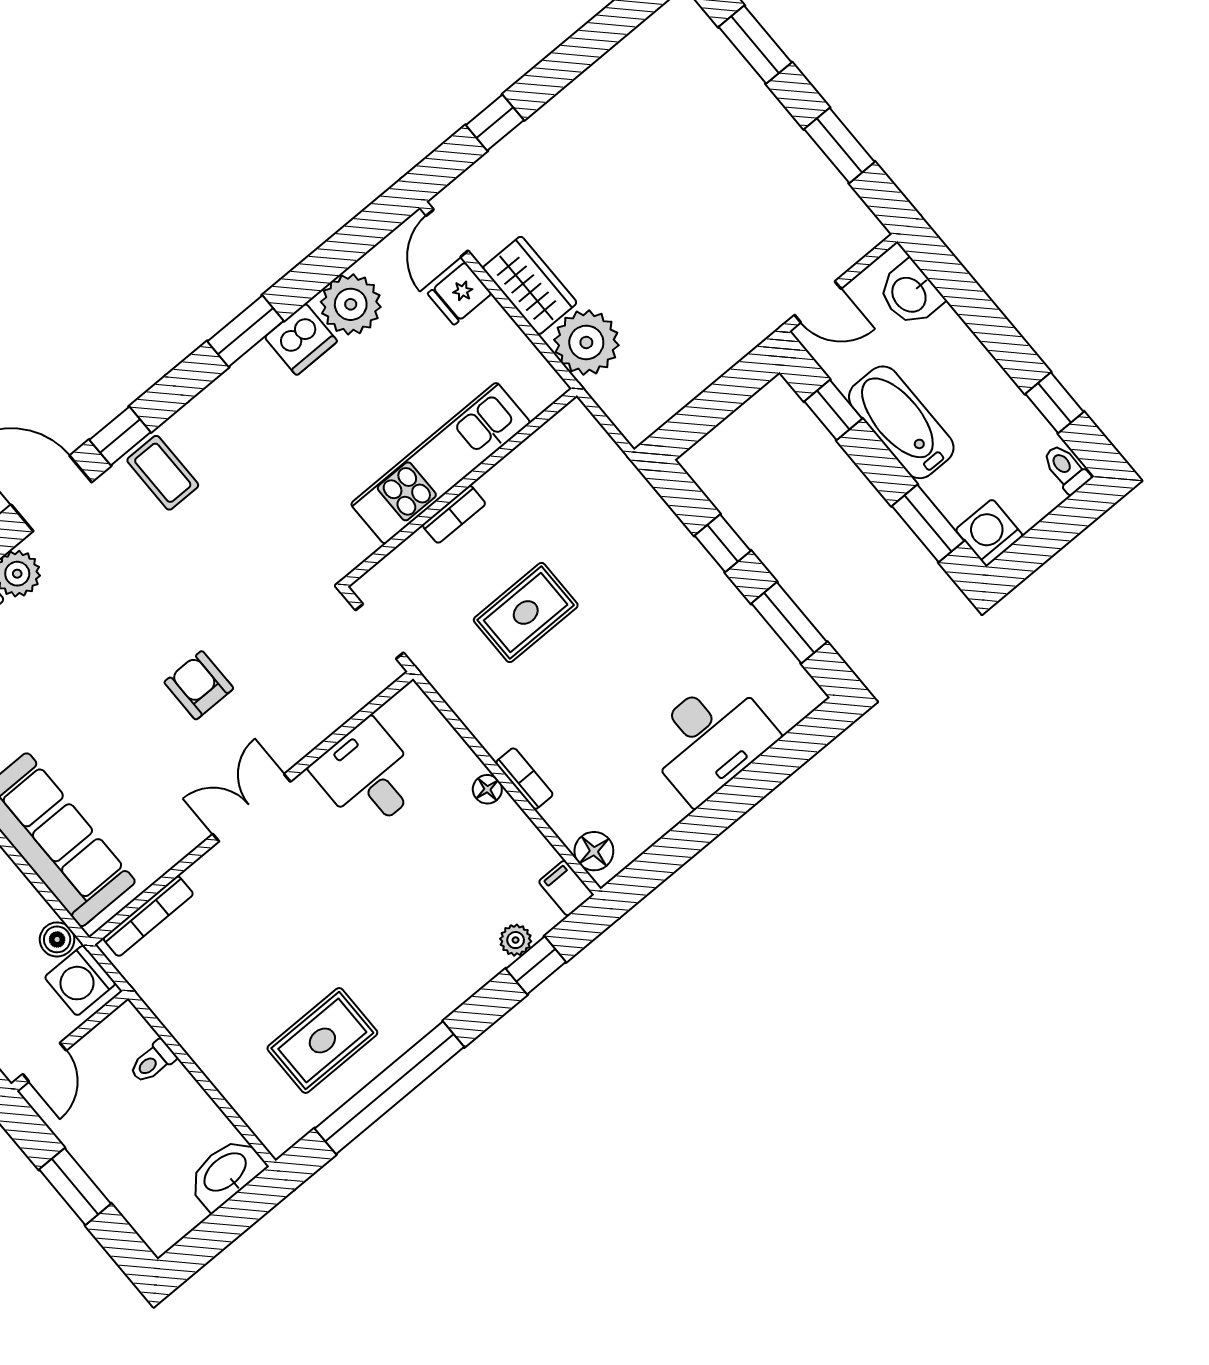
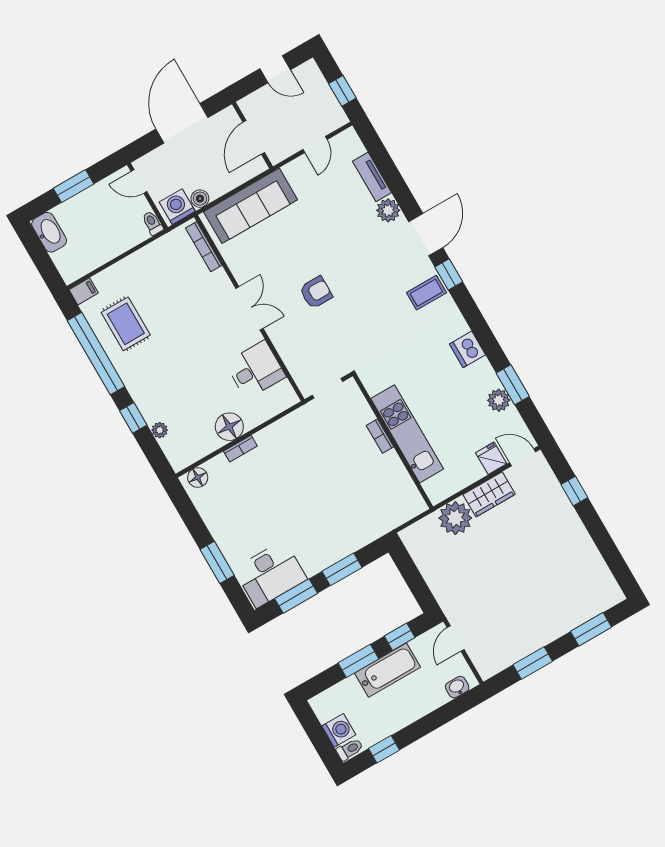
washbasin: (910, 294) -> (457, 687), width x0.72, depth x0.69
plant: (351, 304) -> (499, 400), width x0.73, depth x0.73
window: (246, 331) -> (513, 385), moved
dishwasher: (301, 339) -> (467, 349), moved
window: (928, 523) -> (358, 661), moved
washing machine: (989, 533) -> (339, 730), moved
window: (723, 543) -> (342, 569), width x1.50
rug: (526, 613) -> (324, 464), removed
desk: (710, 739) -> (270, 574), moved, turned -90
window: (751, 786) -> (217, 562), added
floor lamp: (487, 789) -> (229, 427), width x1.89, depth x1.89
filing cabinet: (566, 888) -> (84, 291), moved
window: (536, 965) -> (133, 418), moved
toilet: (153, 1062) -> (152, 223), moved
washbasin: (226, 1173) -> (49, 232), moved

